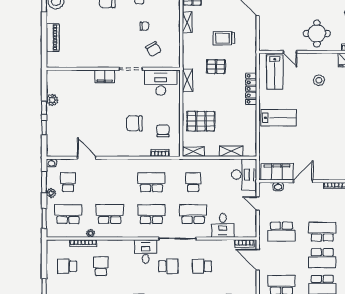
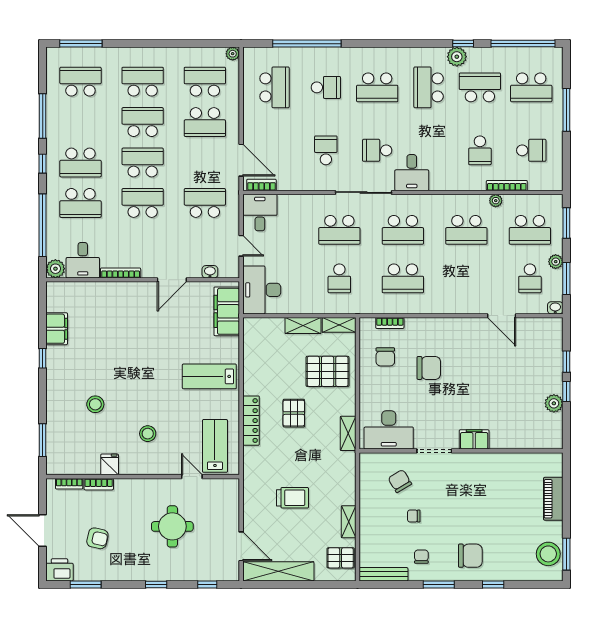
round table: (317, 33) -> (172, 526), moved
pallet: (216, 67) -> (294, 413), moved, turned 90
shelving: (231, 151) -> (303, 326), moved
filing cabinet: (277, 172) -> (227, 311), moved, turned 90
desk: (223, 225) -> (260, 213), moved
school desk: (322, 232) -> (143, 203), turned 180
school desk: (202, 266) -> (326, 150), turned -90

